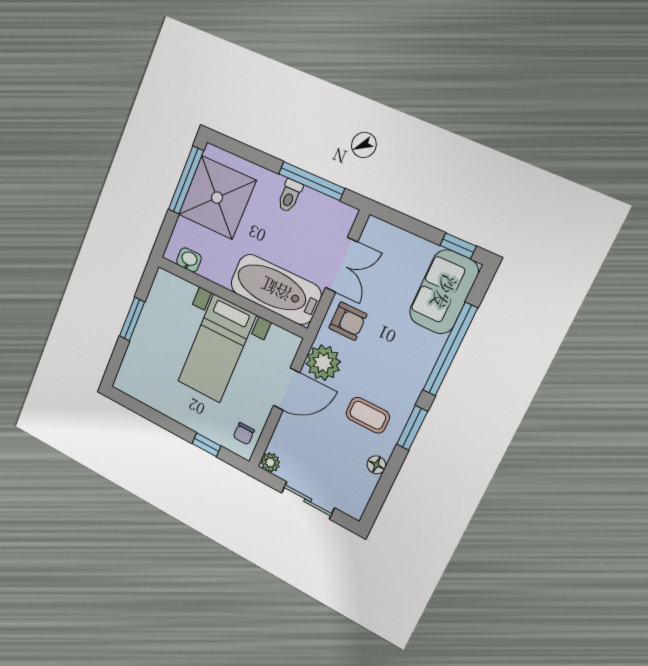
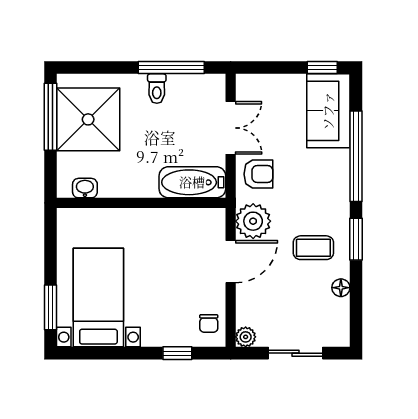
bathtub: (276, 289) -> (192, 182), width x0.73, depth x0.73
window: (132, 319) -> (50, 307), moved
bed with nightstands: (217, 349) -> (98, 298), moved, turned 180

